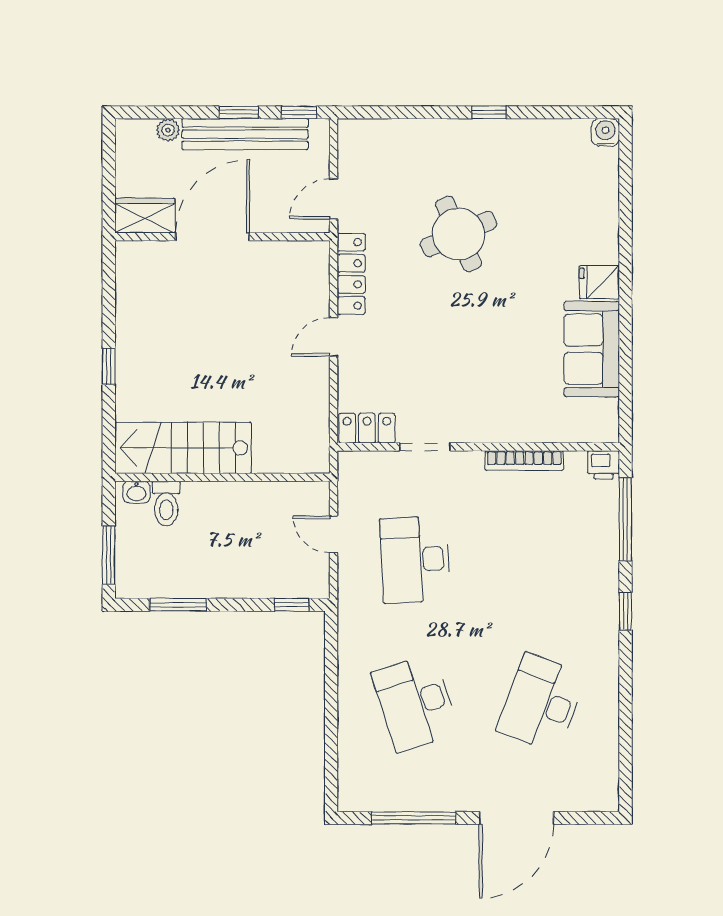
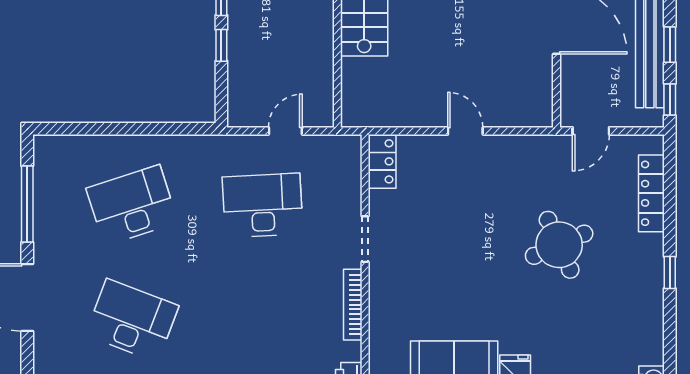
door: (334, 199) -> (591, 131), swing flipped
locker: (351, 274) -> (651, 193), moved, turned 90
doorway: (425, 447) -> (365, 239), moved
window: (292, 605) -> (221, 45), moved

